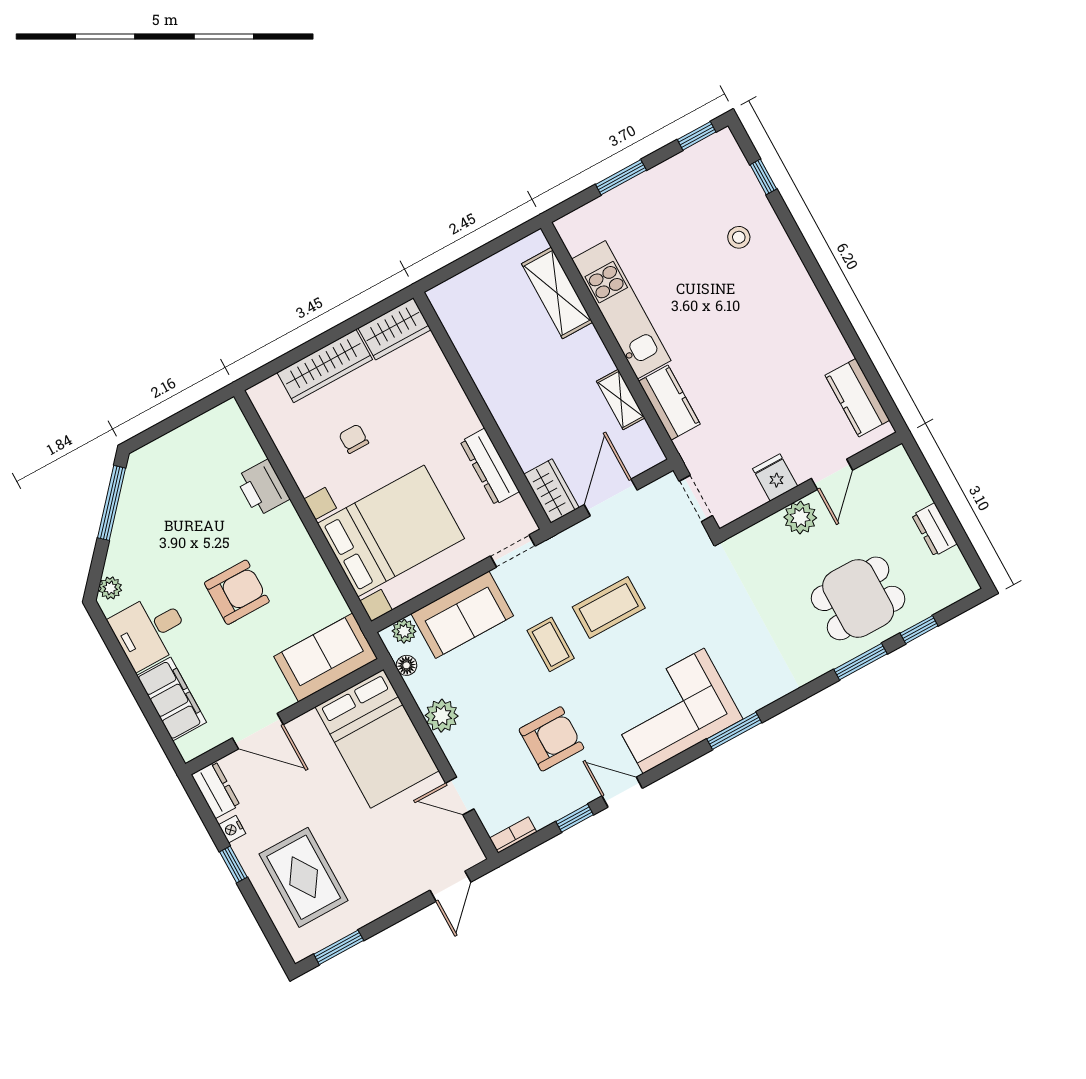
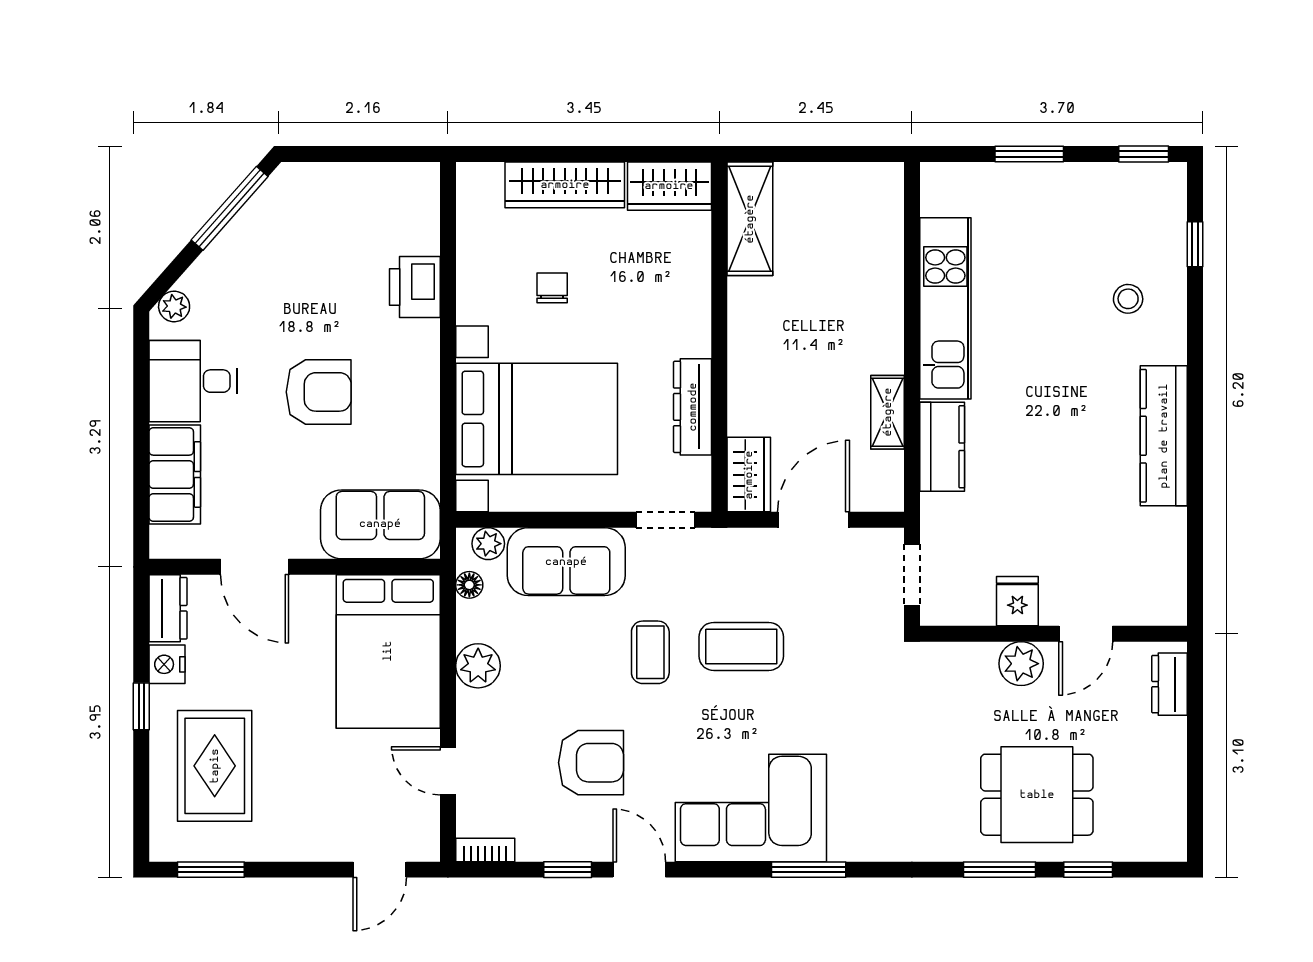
shelving: (557, 293) -> (750, 219), moved
kitchen counter: (857, 398) -> (1164, 436), moved, width x1.50
dresser: (934, 530) -> (1170, 684), moved
nightstand: (232, 829) -> (167, 664), width x1.39, depth x1.35

